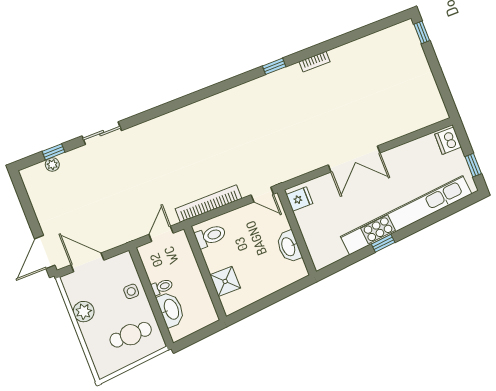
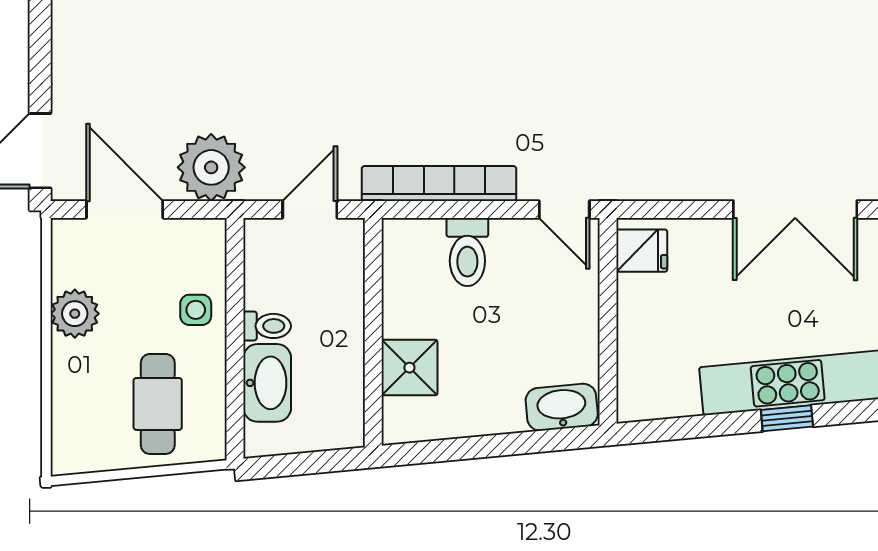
plant: (115, 232) -> (211, 167), added
toilet: (210, 236) -> (467, 252), moved, turned 90
washbasin: (289, 247) -> (562, 407), moved, turned 85
cafe table: (131, 335) -> (158, 404), turned 90

